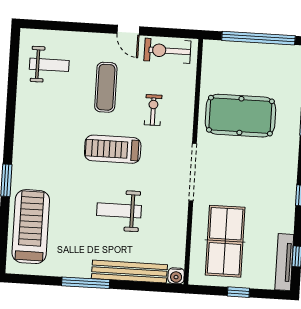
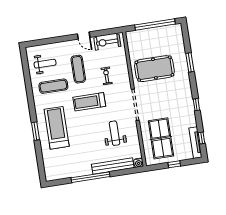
exercise mat: (55, 108) -> (53, 86), added
weight bench: (119, 210) -> (115, 133), moved, turned 90
treadmill: (31, 227) -> (57, 128), moved
window: (86, 283) -> (90, 177), width x1.46

